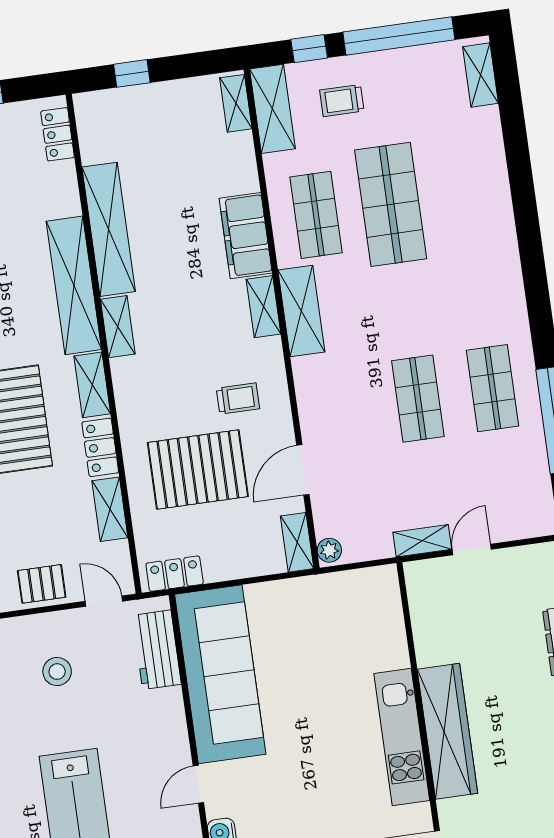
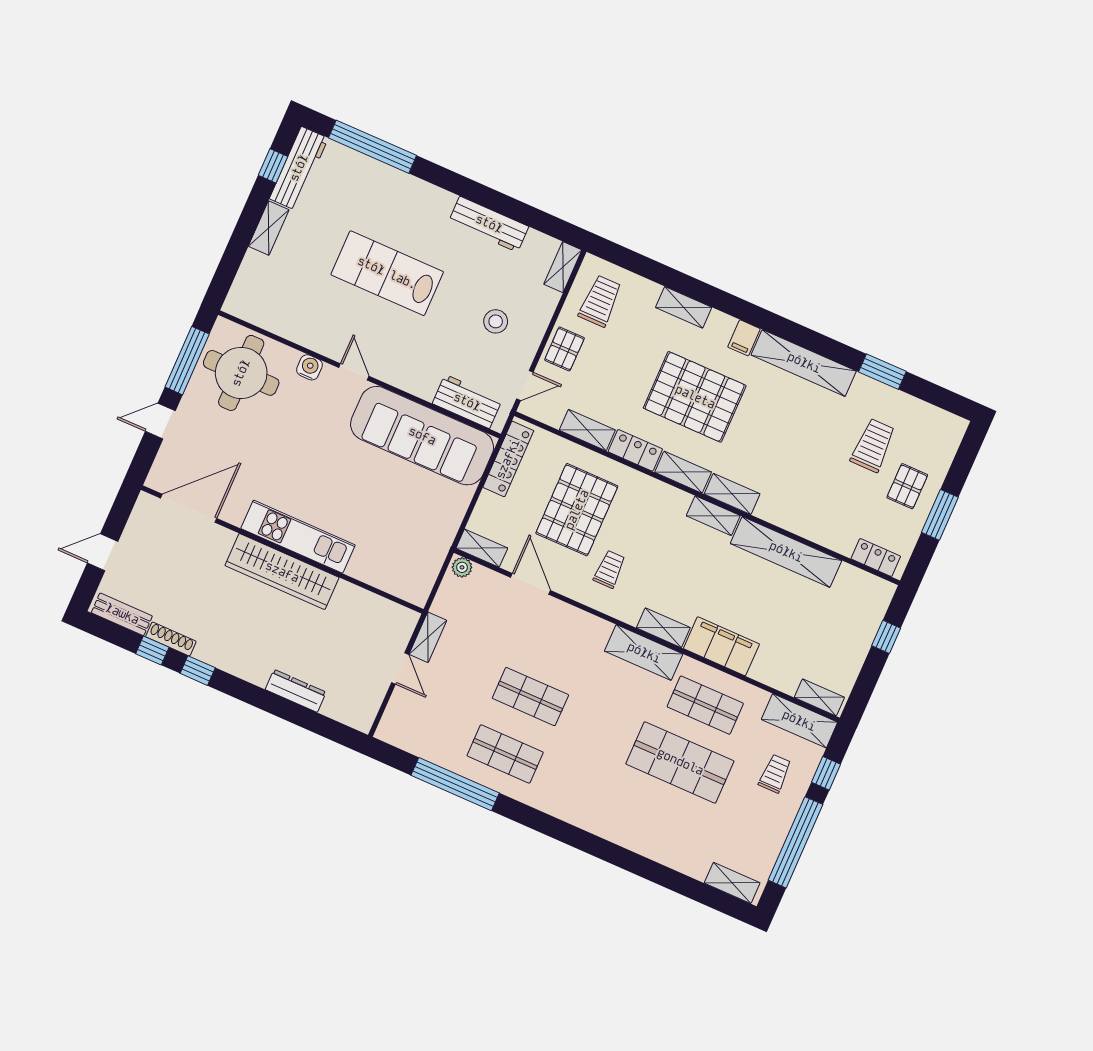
shelving: (74, 285) -> (732, 494), width x0.45, depth x0.75
trolley: (238, 399) -> (609, 569), turned 180
locker: (175, 574) -> (508, 459), width x1.53

